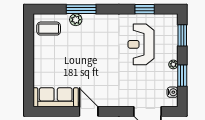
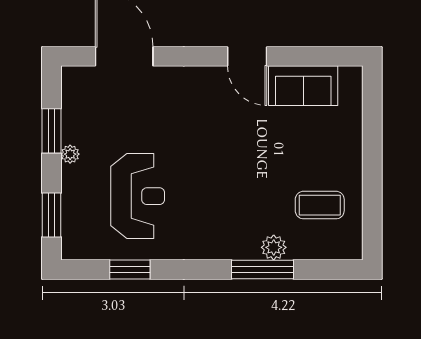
coffee table: (49, 29) -> (320, 205), moved
water cooler: (172, 92) -> (72, 96), removed
sofa: (56, 97) -> (303, 86), width x0.73

